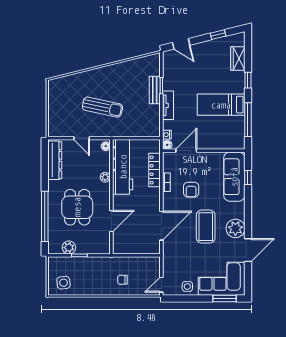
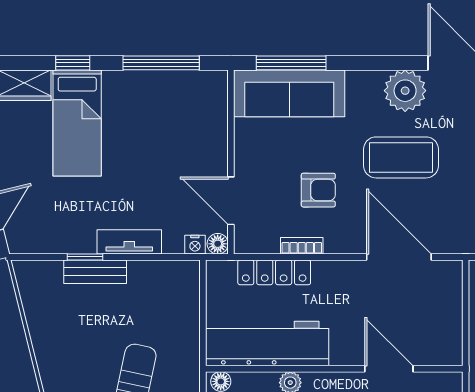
bed: (221, 105) -> (77, 123), moved
window: (248, 178) -> (291, 63), width x2.17

